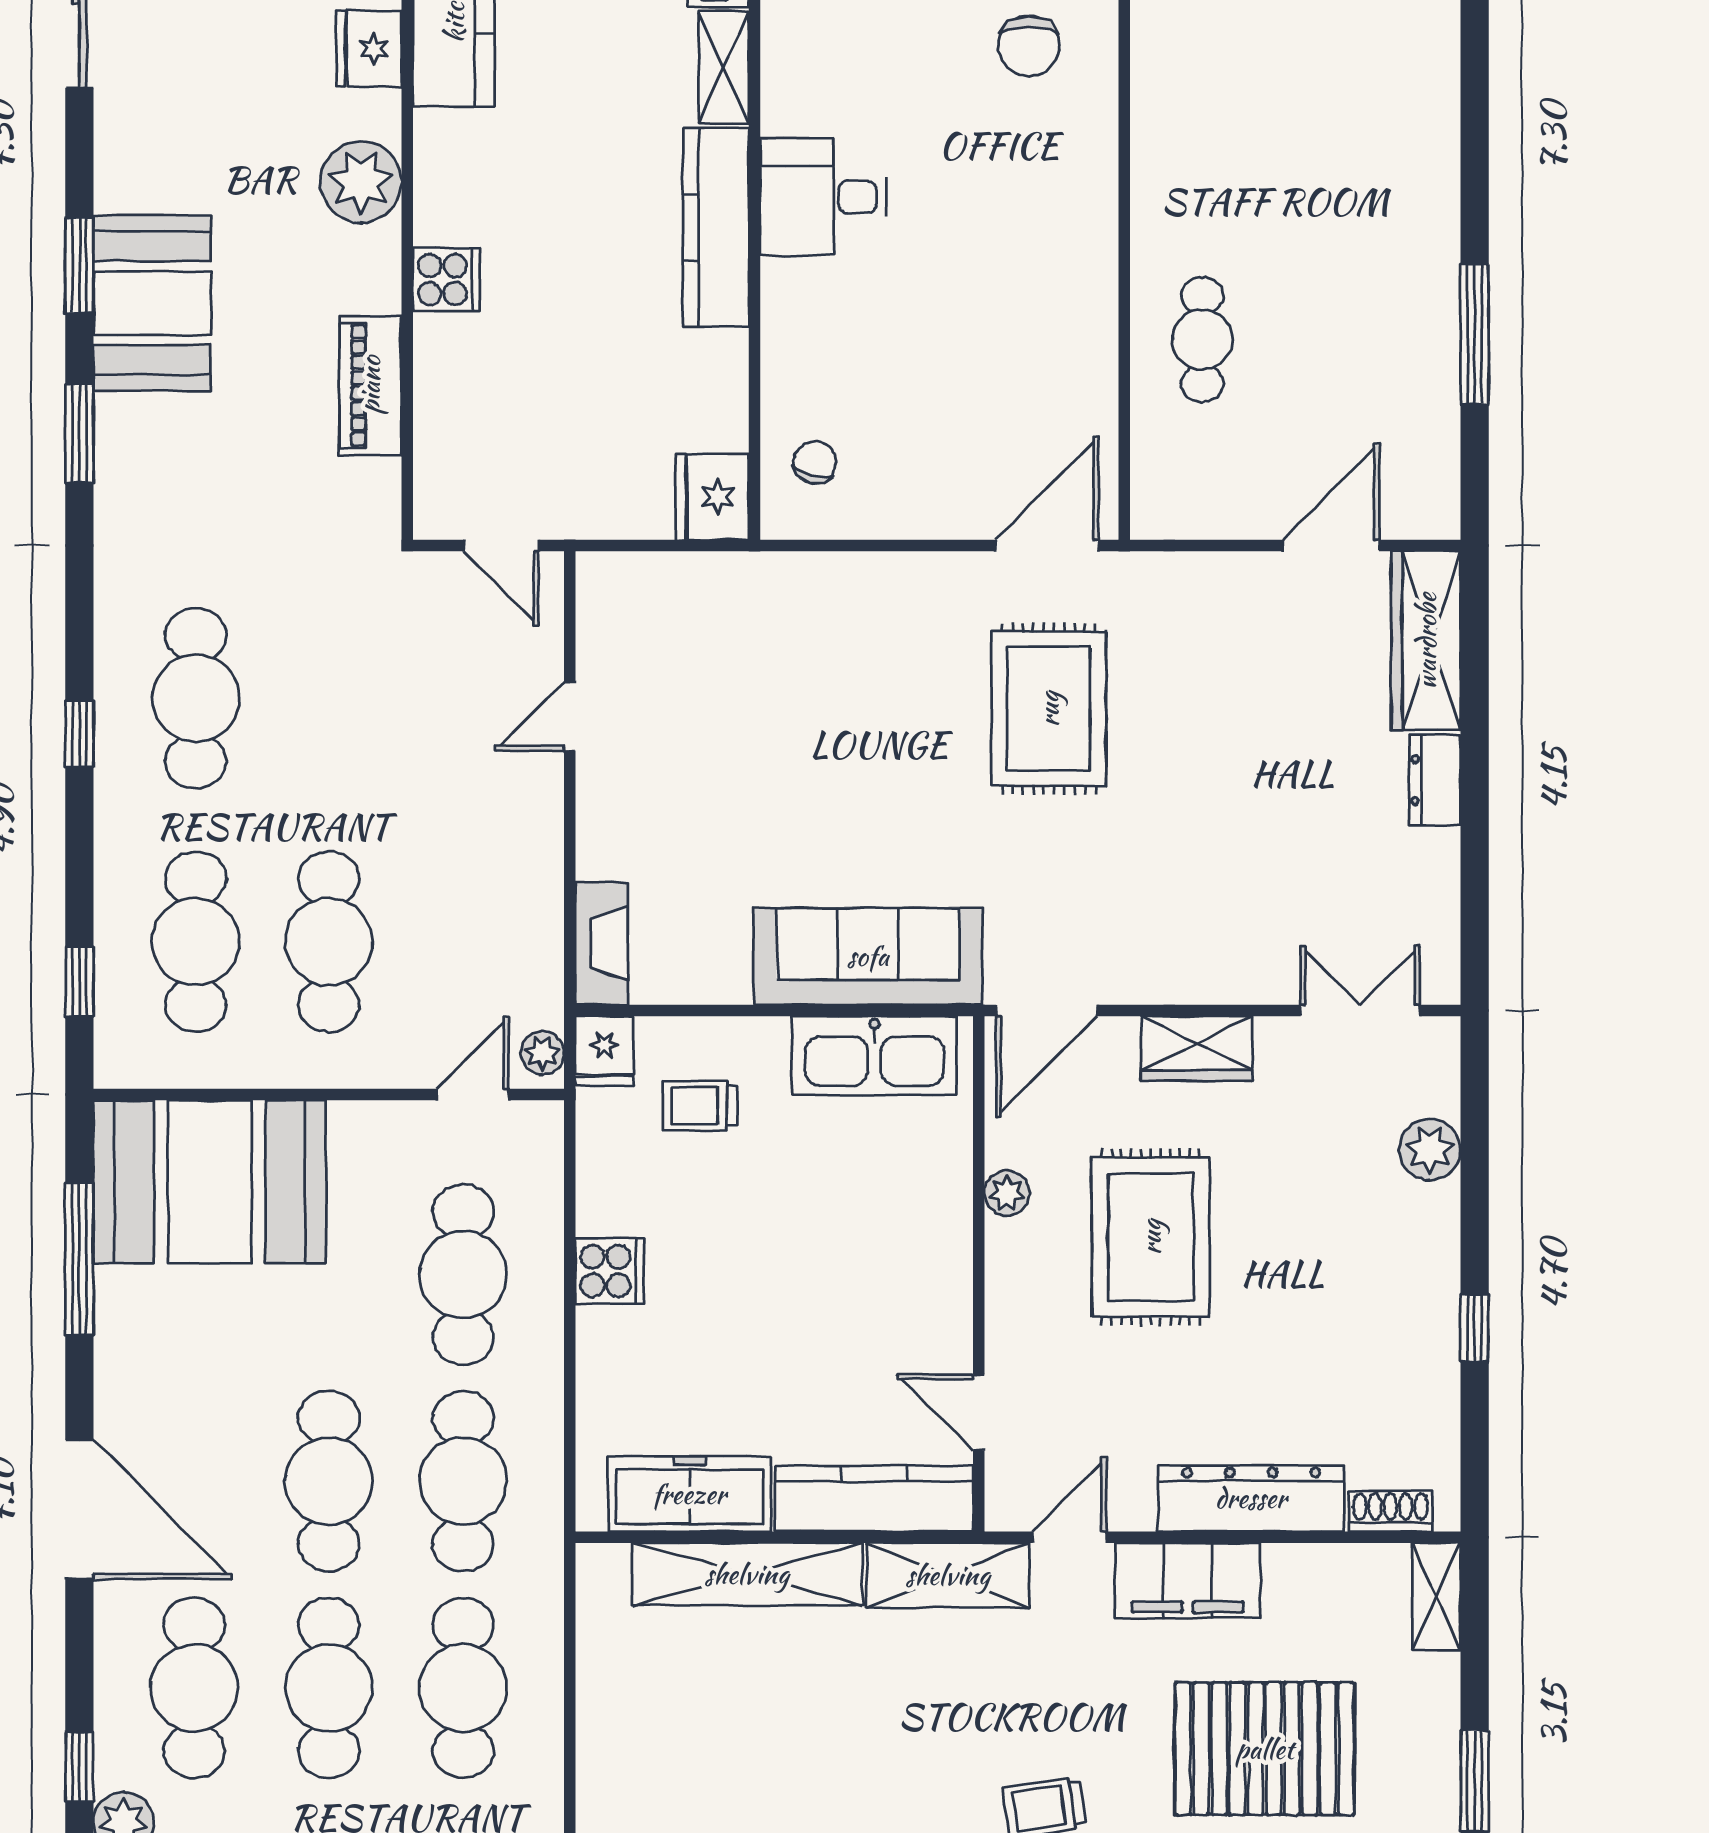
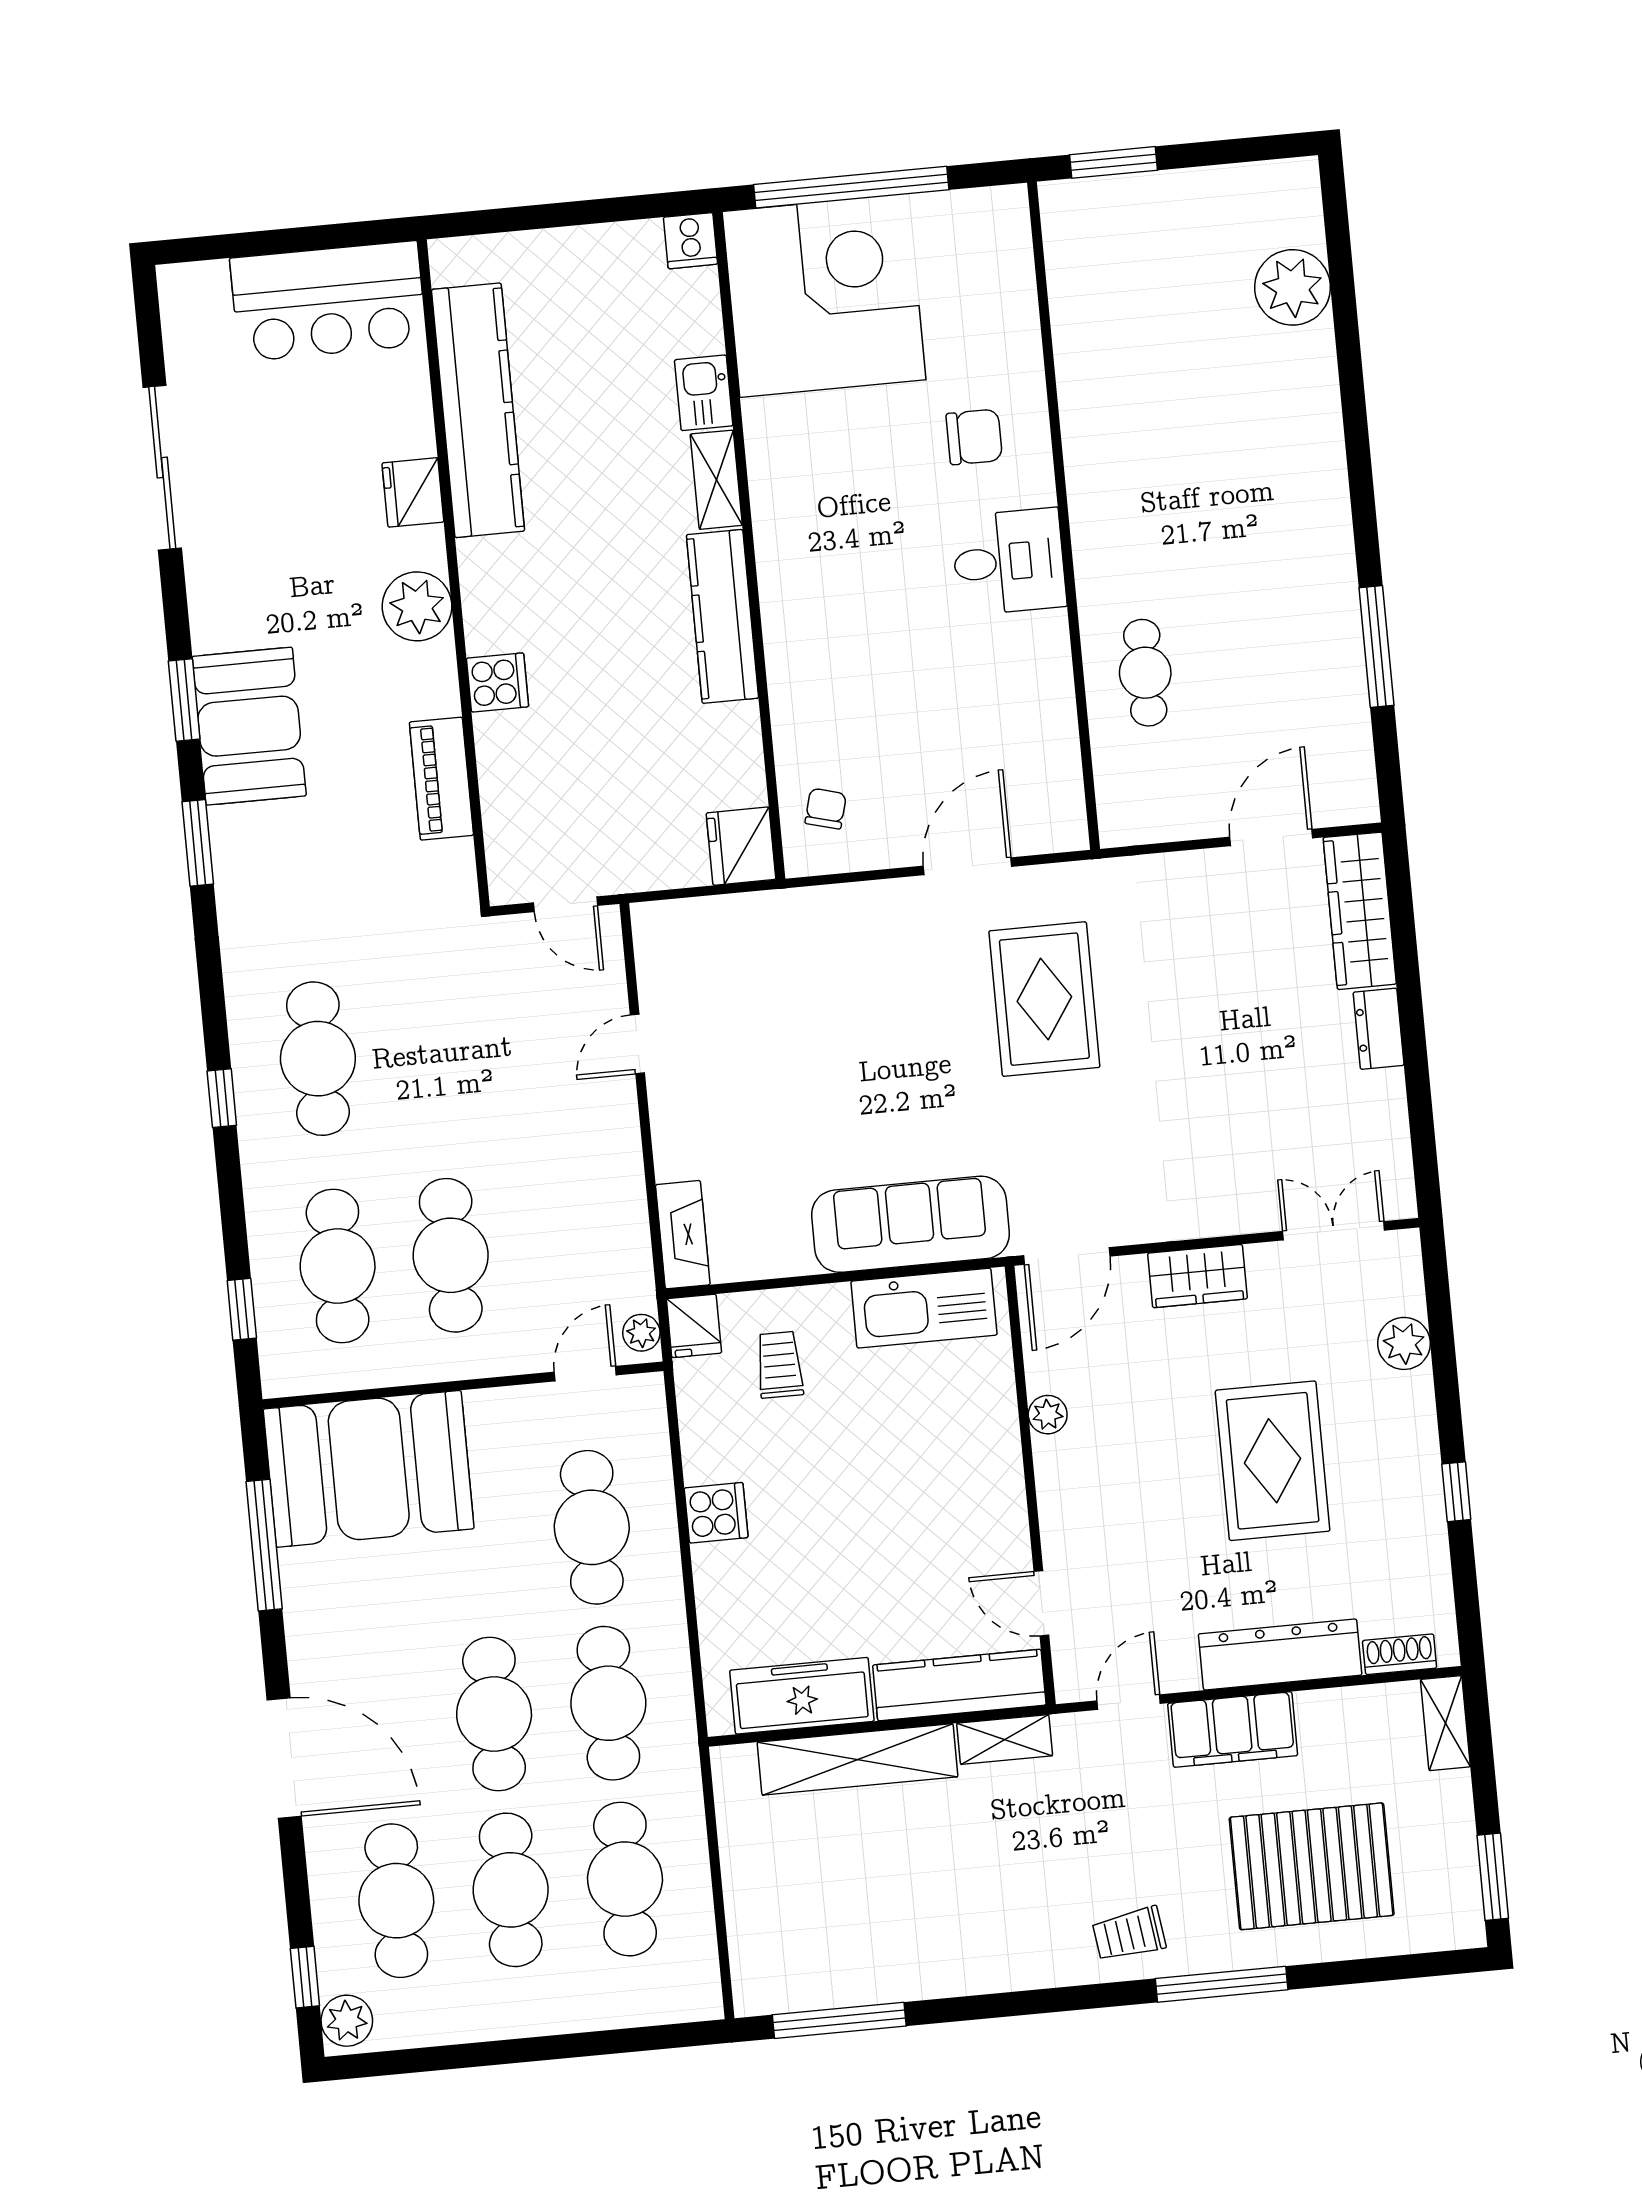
chair: (1029, 46) -> (974, 437), turned -90
desk: (823, 197) -> (1009, 562), moved, turned 180
door: (1047, 545) -> (968, 866), moved
trolley: (700, 1106) -> (780, 1365), turned 90
rug: (1151, 1237) -> (1273, 1461), moved
shelving: (948, 1575) -> (1005, 1739), width x0.67, depth x0.75

